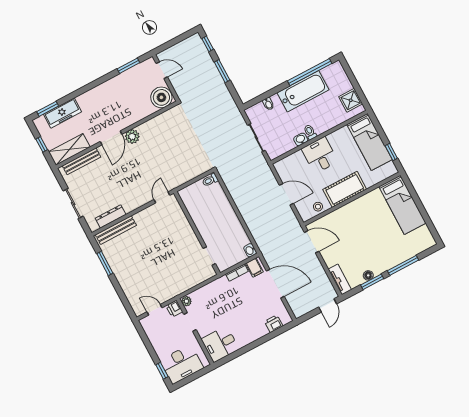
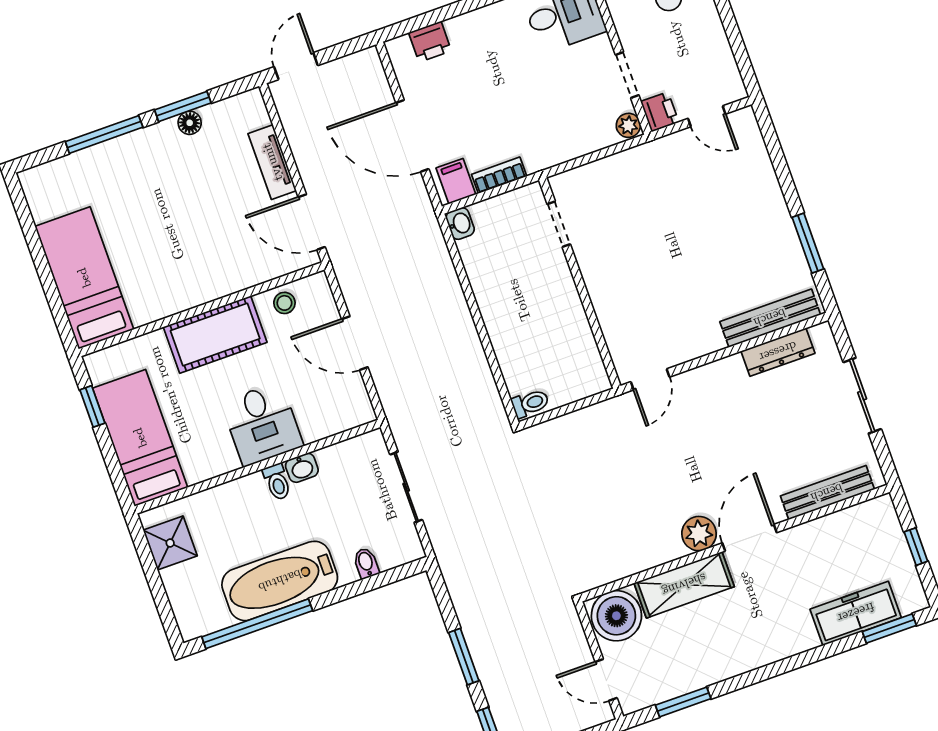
shelving: (69, 149) -> (684, 585), moved
tv unit: (340, 279) -> (272, 162), moved

